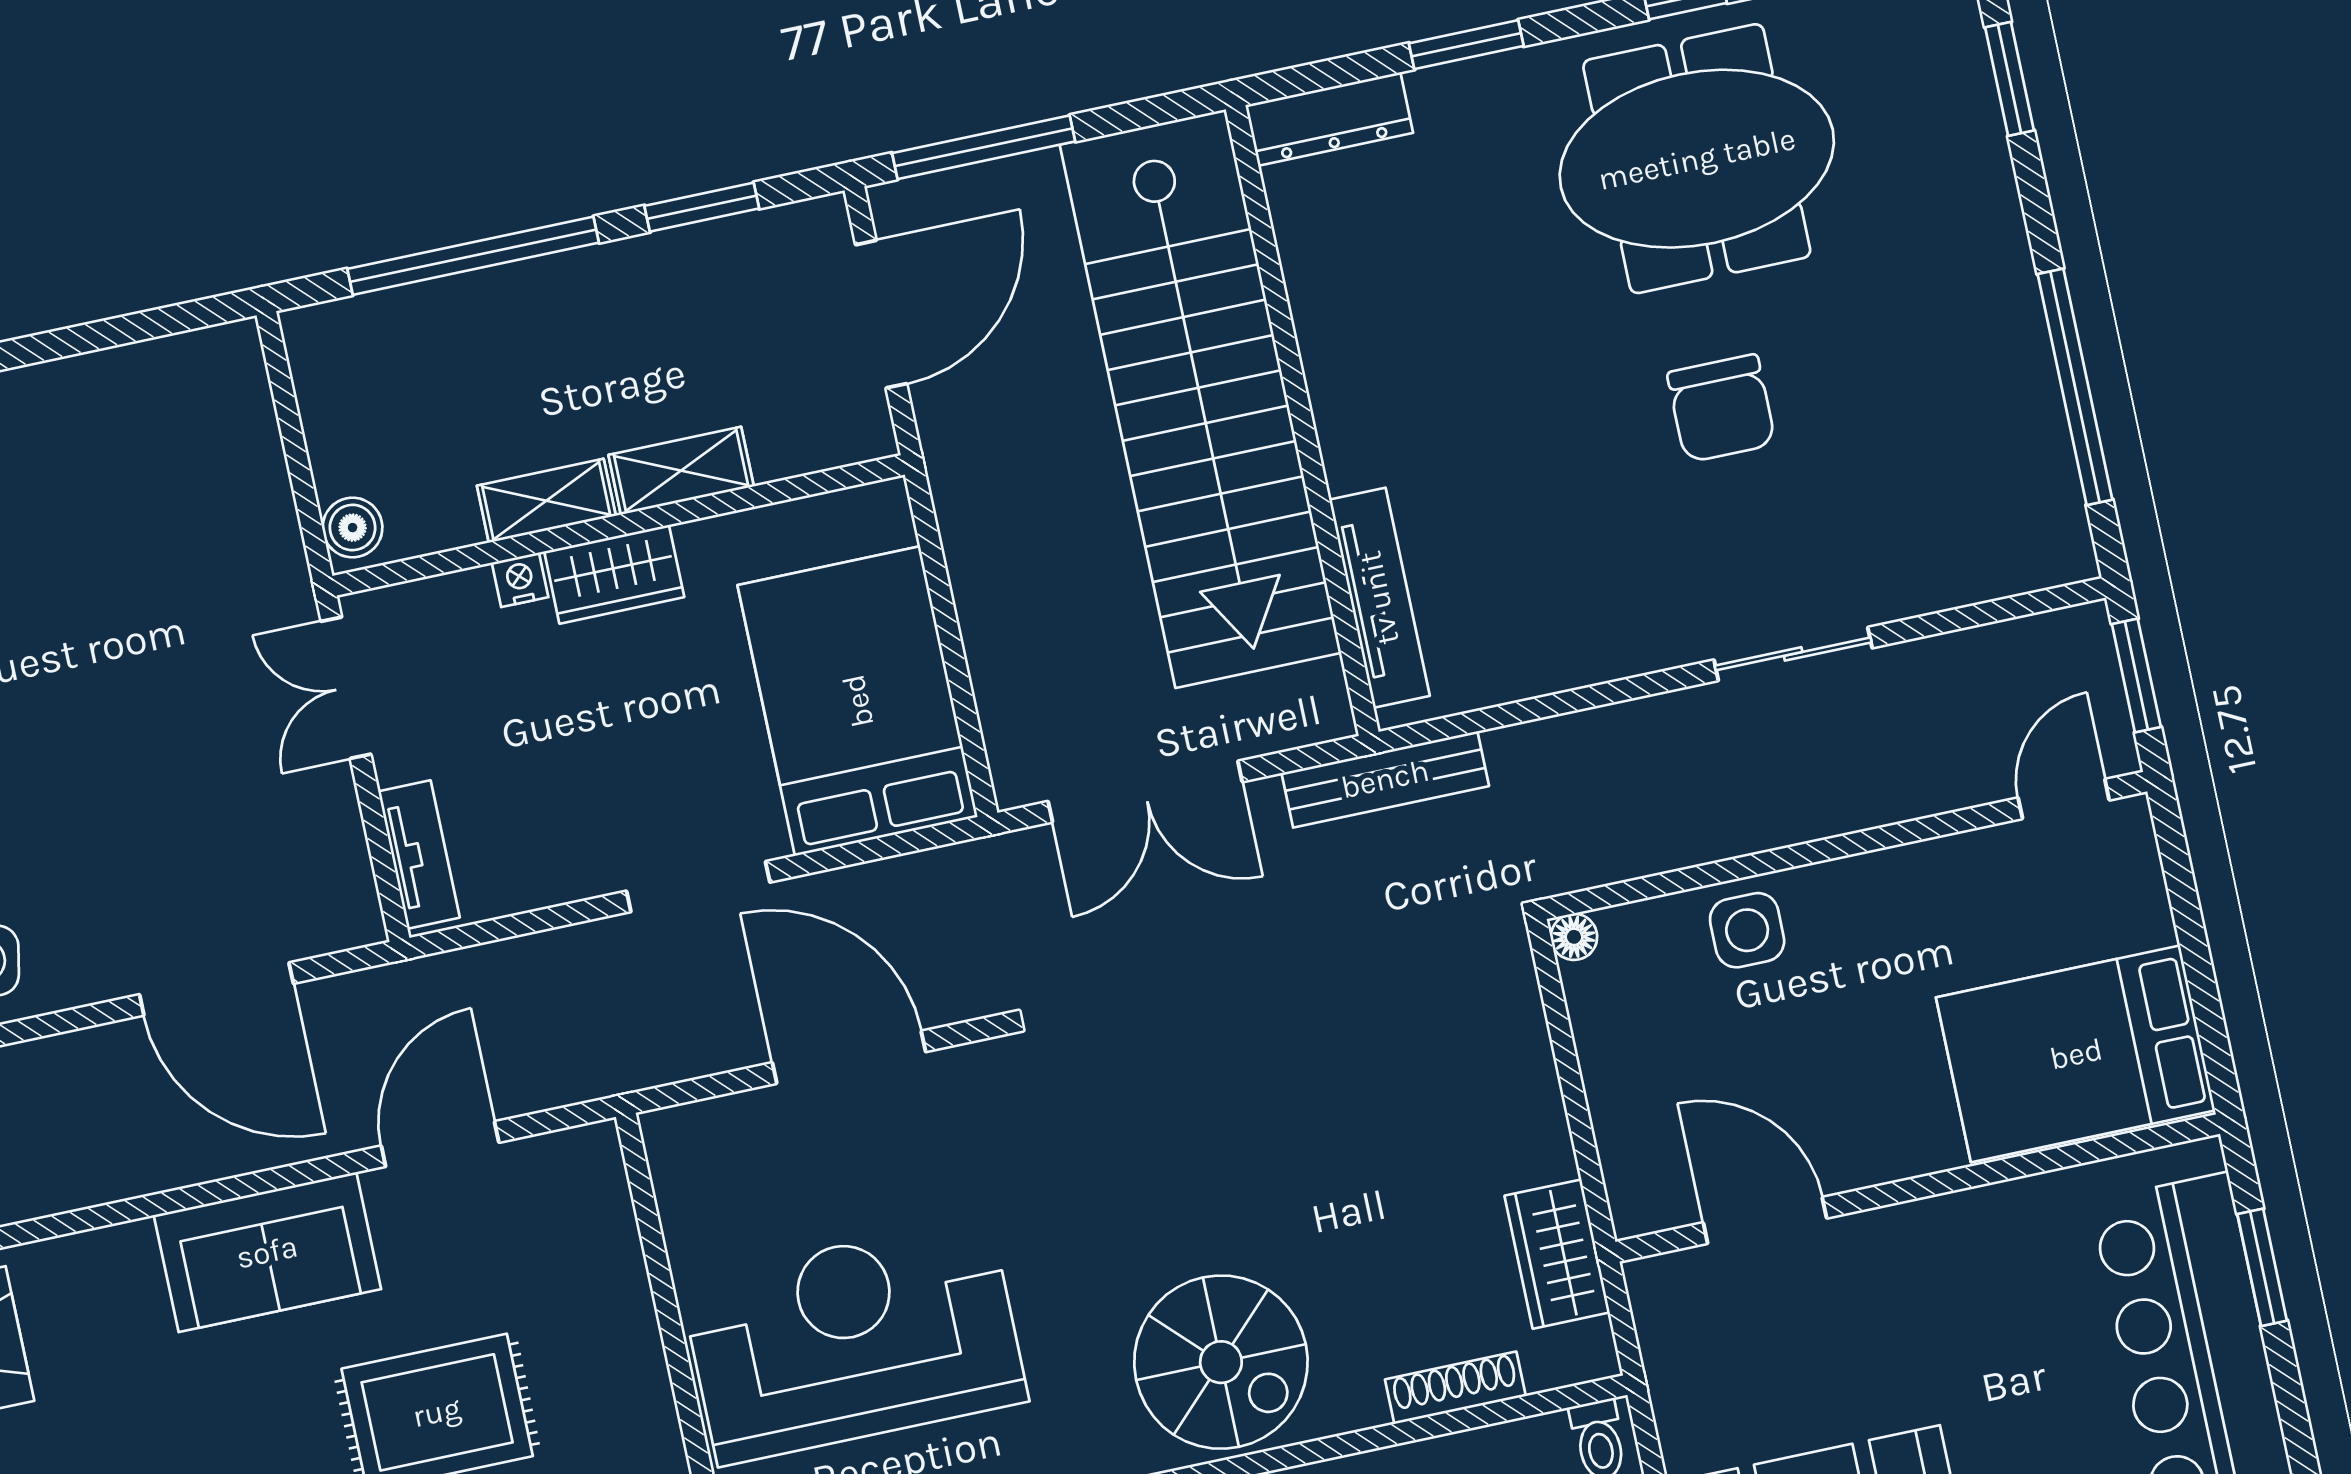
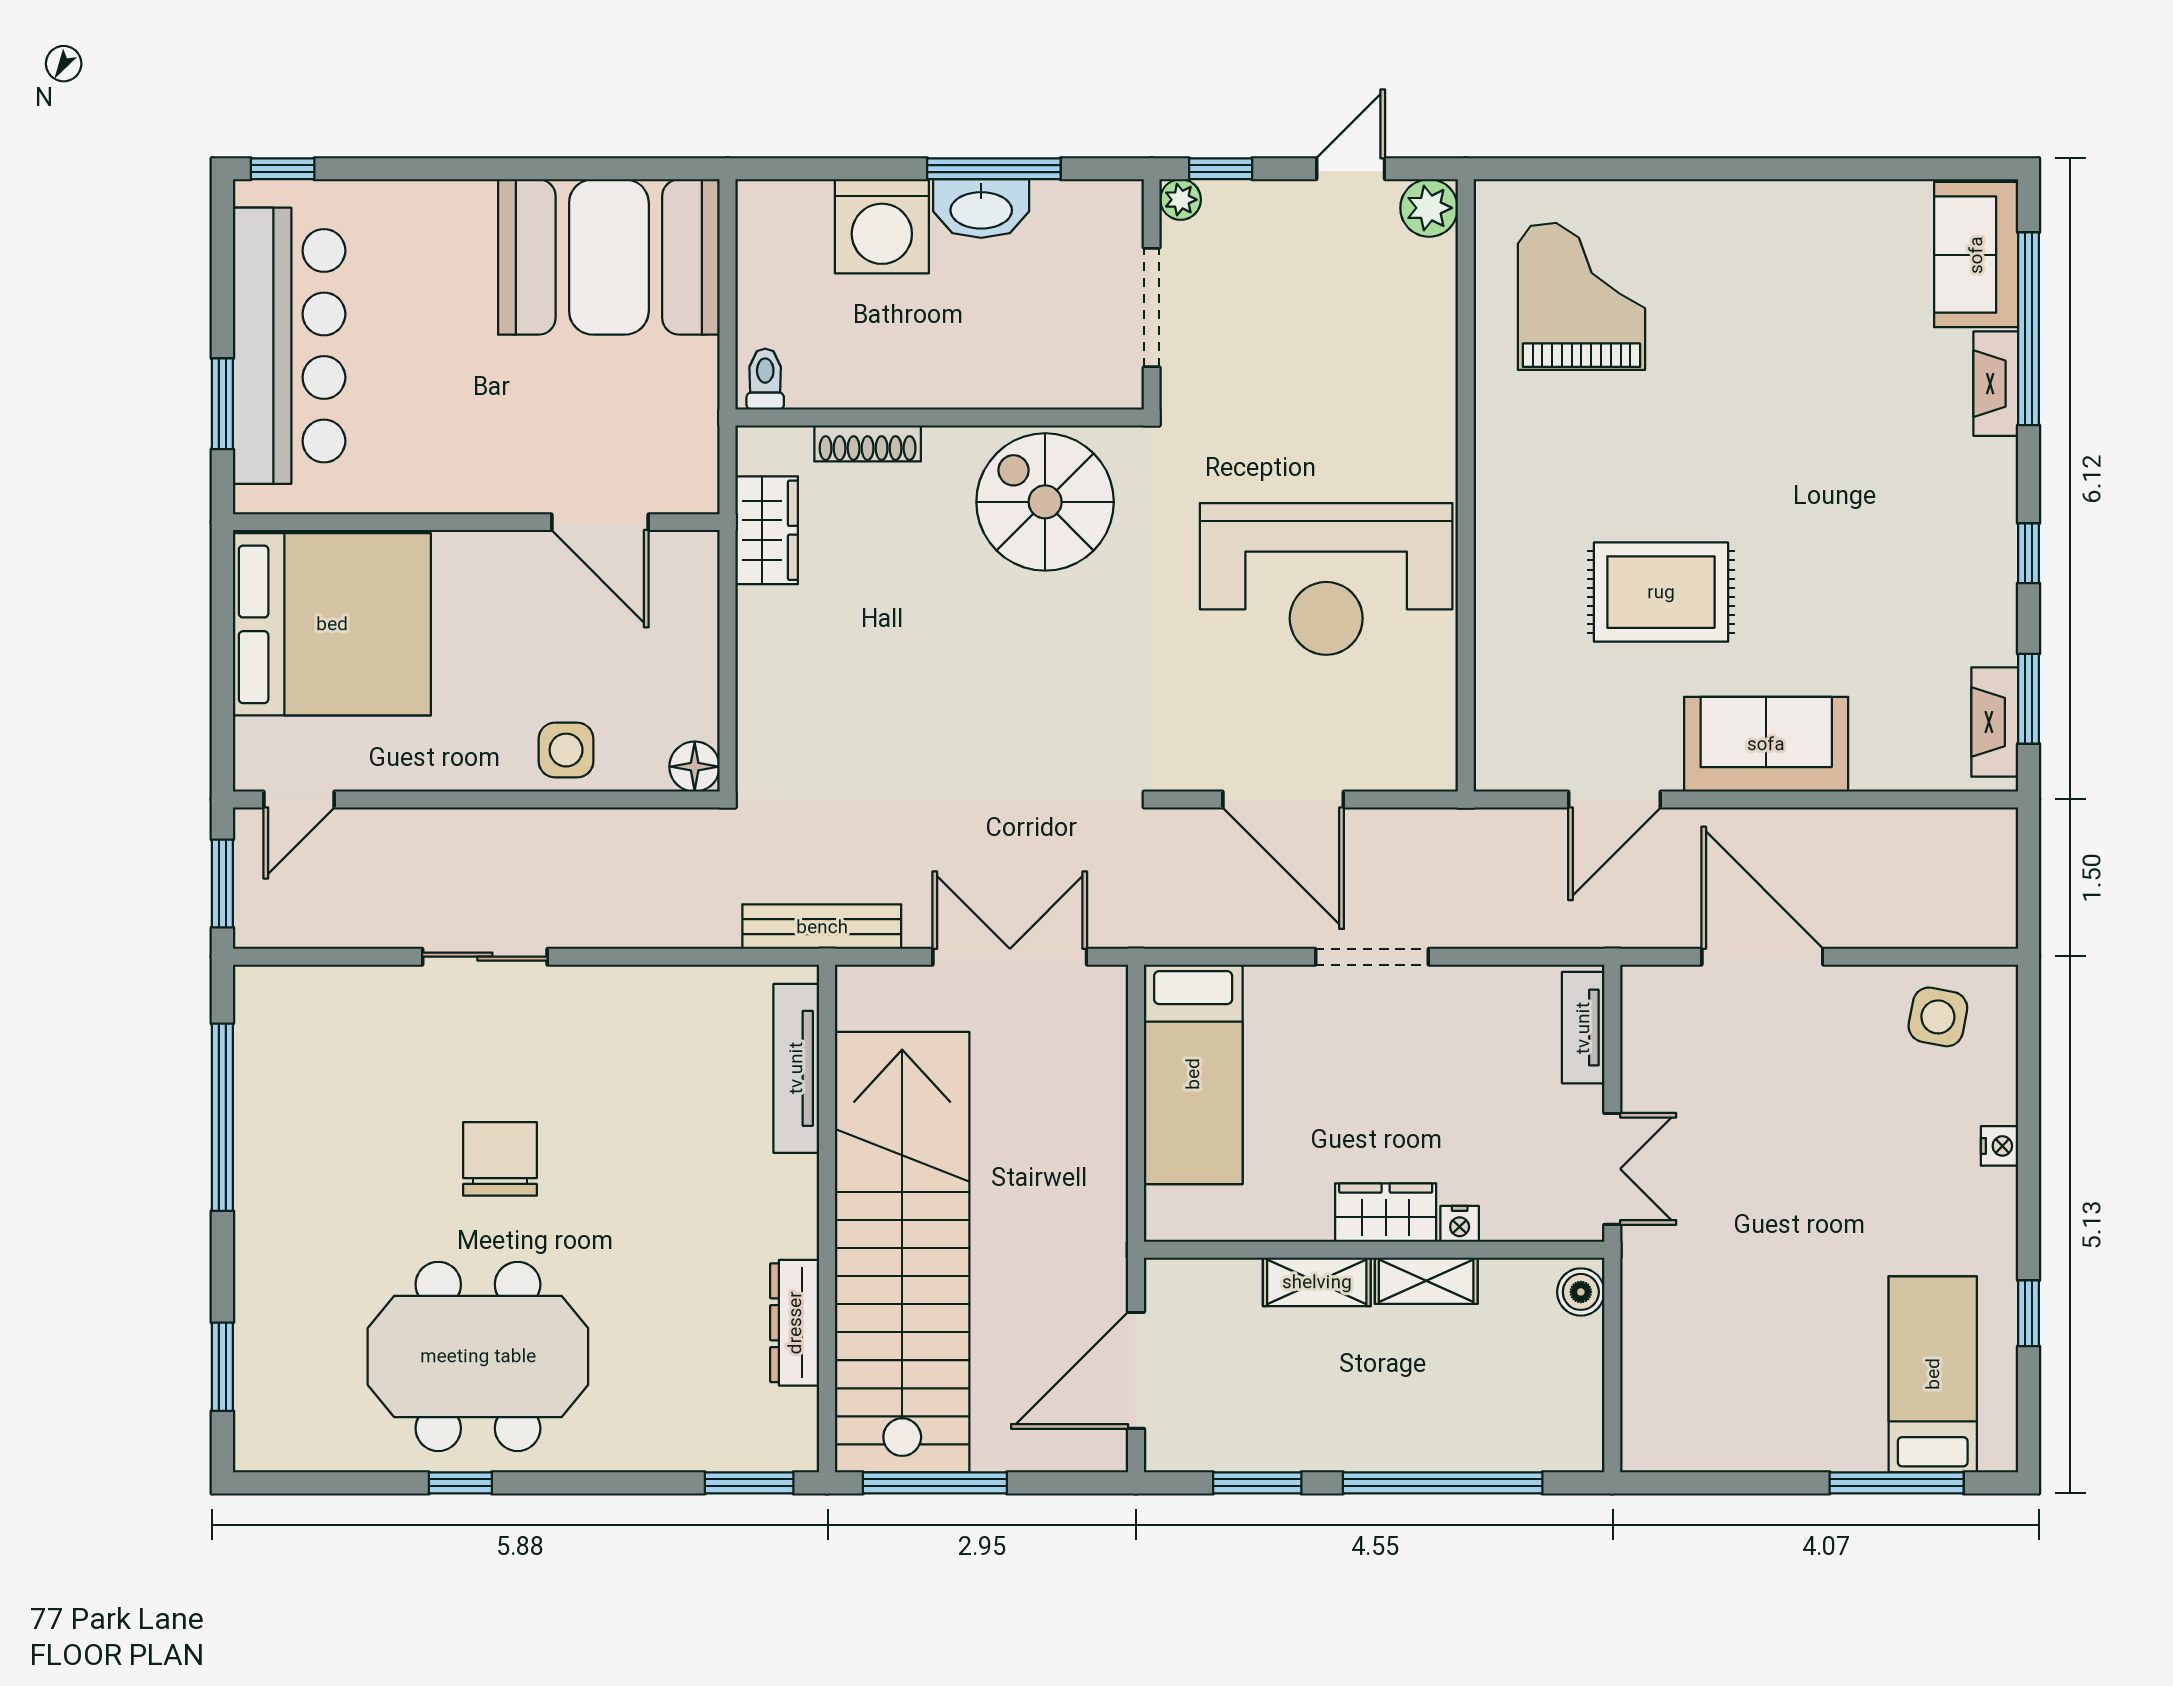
window: (1466, 45) -> (749, 1483), moved
dresser: (1329, 119) -> (795, 1323), moved, turned -90
window: (984, 147) -> (935, 1483), moved
bed: (858, 701) -> (1193, 1074), width x0.67
floor lamp: (1574, 937) -> (695, 767), width x1.37, depth x1.37
bed: (2076, 1054) -> (332, 624), width x1.36

